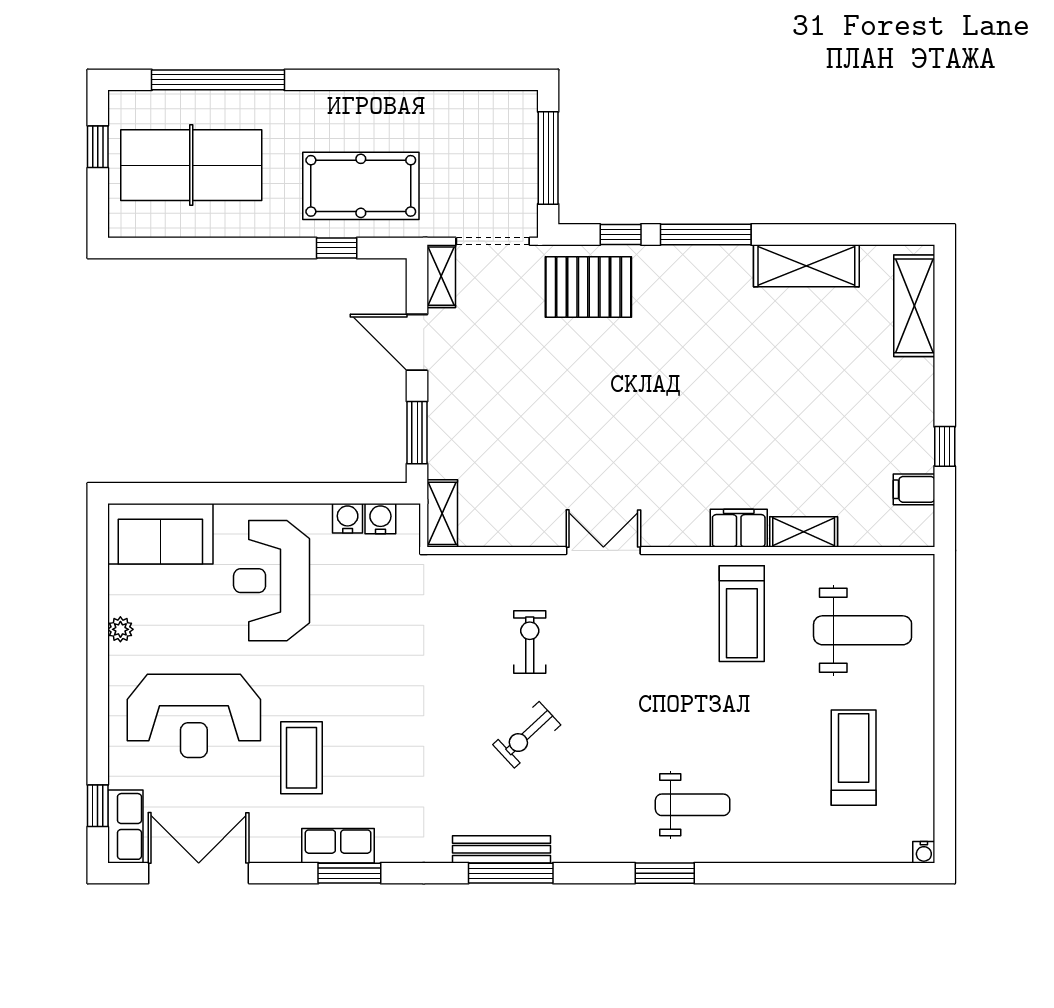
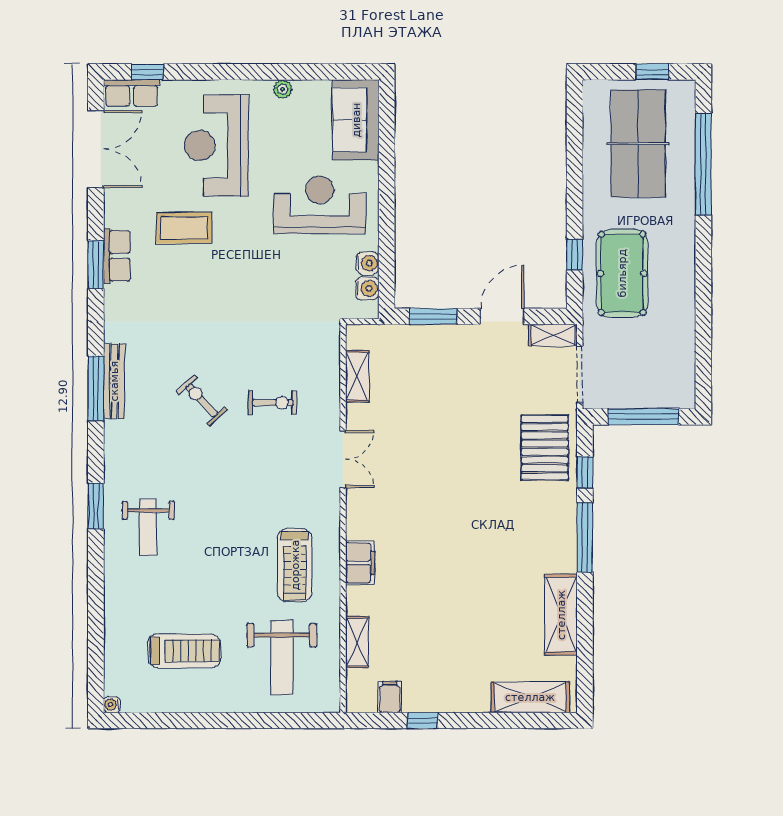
shelving: (442, 513) -> (357, 376), moved, turned 90
shelving: (804, 532) -> (357, 642), moved
treadmill: (742, 614) -> (295, 565), turned -90

